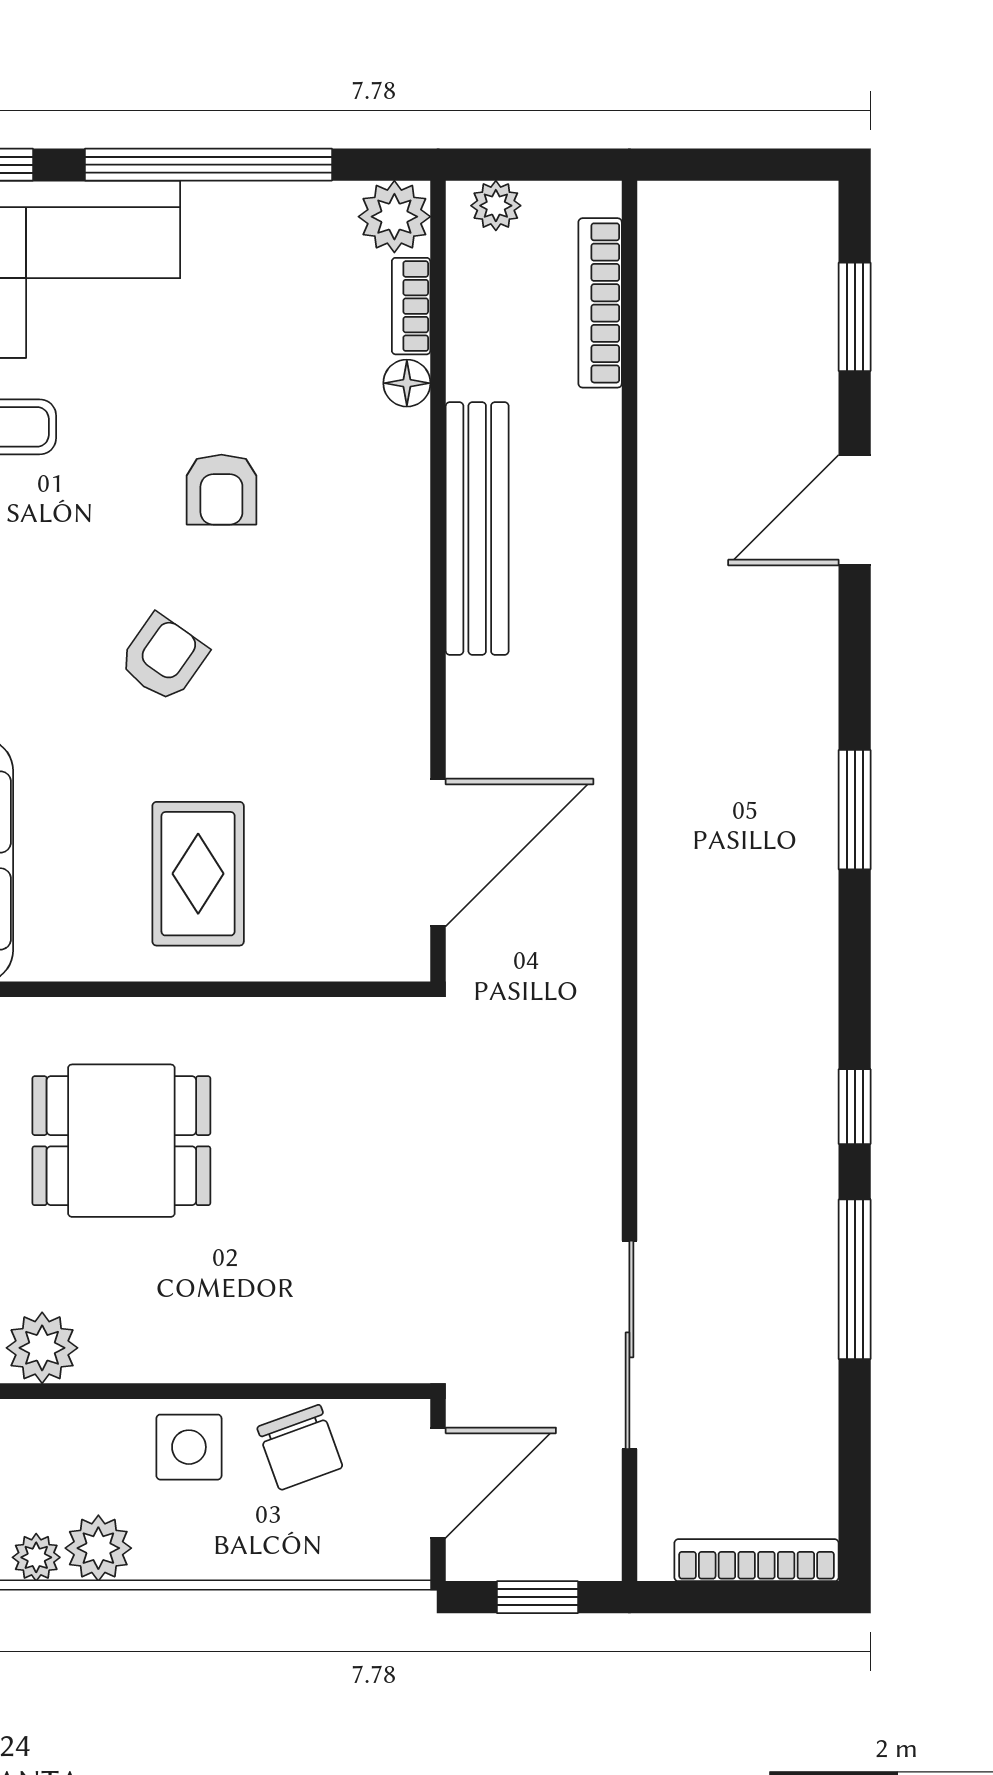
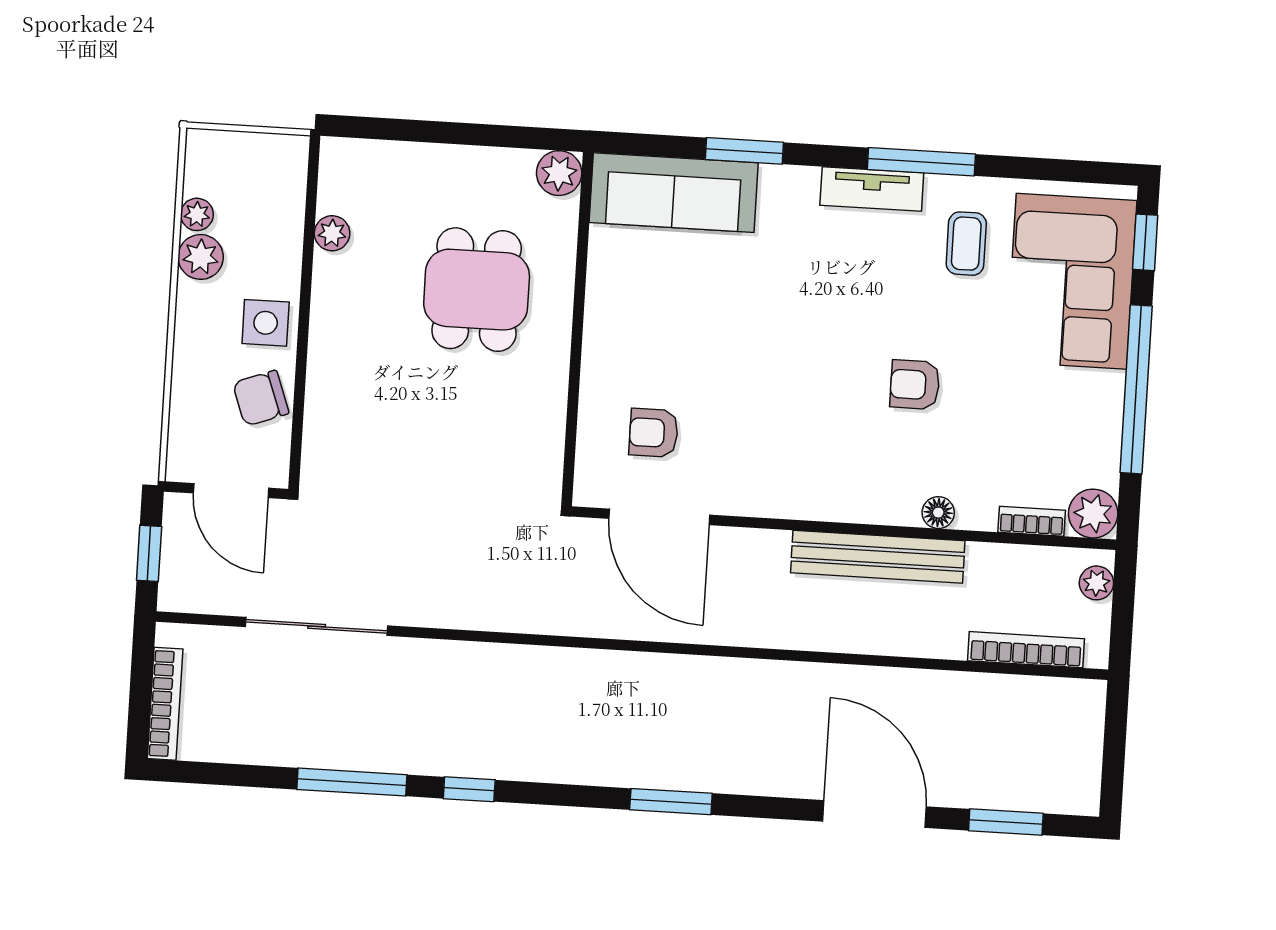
floor lamp: (407, 383) -> (938, 513), moved
door: (855, 510) -> (875, 814), width x1.36
armchair: (163, 658) -> (654, 433), moved, turned 145
rug: (198, 874) -> (655, 353), removed
plant: (42, 1348) -> (332, 233), width x0.73, depth x0.73

